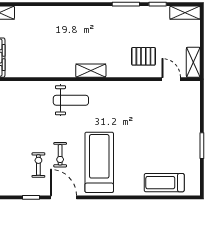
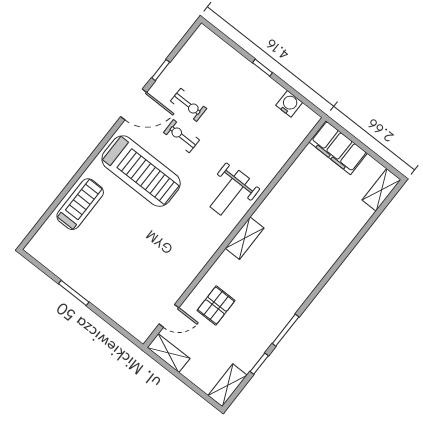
treadmill: (164, 183) -> (80, 204), moved

